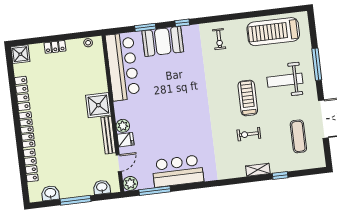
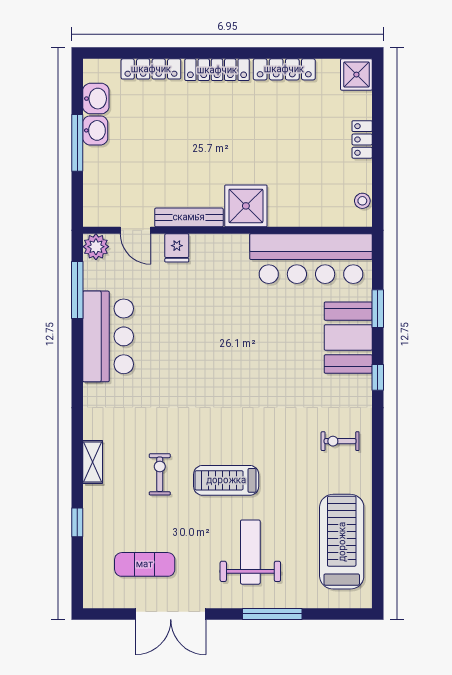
treadmill: (248, 98) -> (226, 480), turned 180
plant: (123, 126) -> (203, 246), removed
shelving: (258, 170) -> (93, 462), moved
washbasin: (102, 187) -> (95, 130), moved

